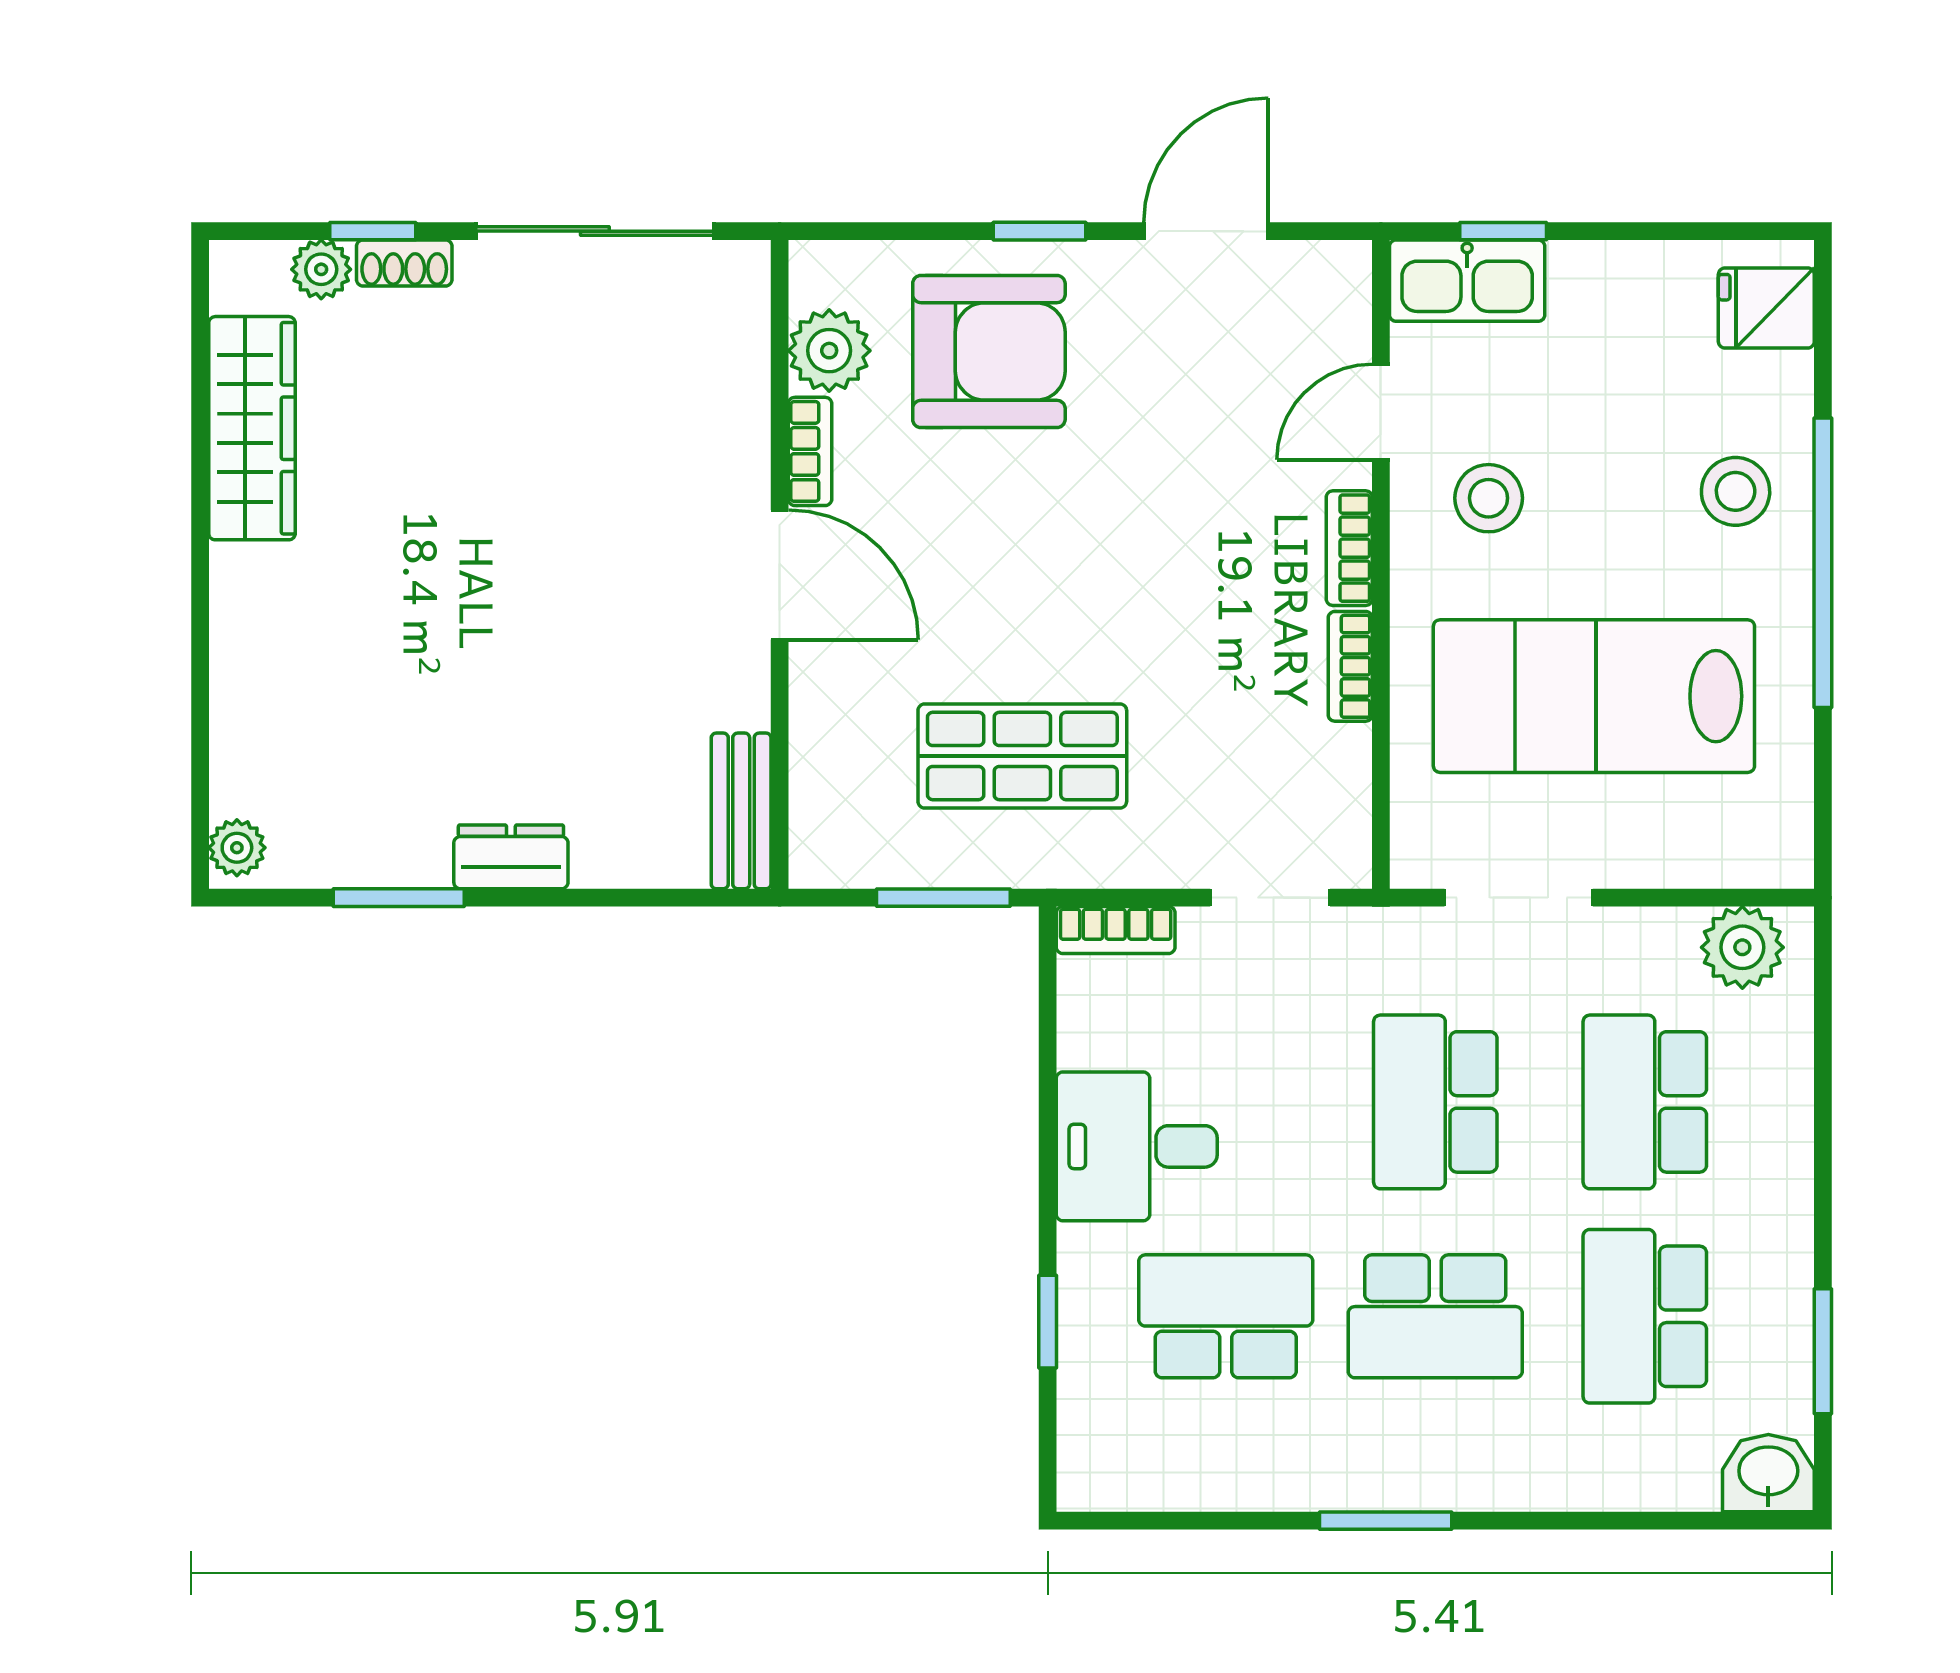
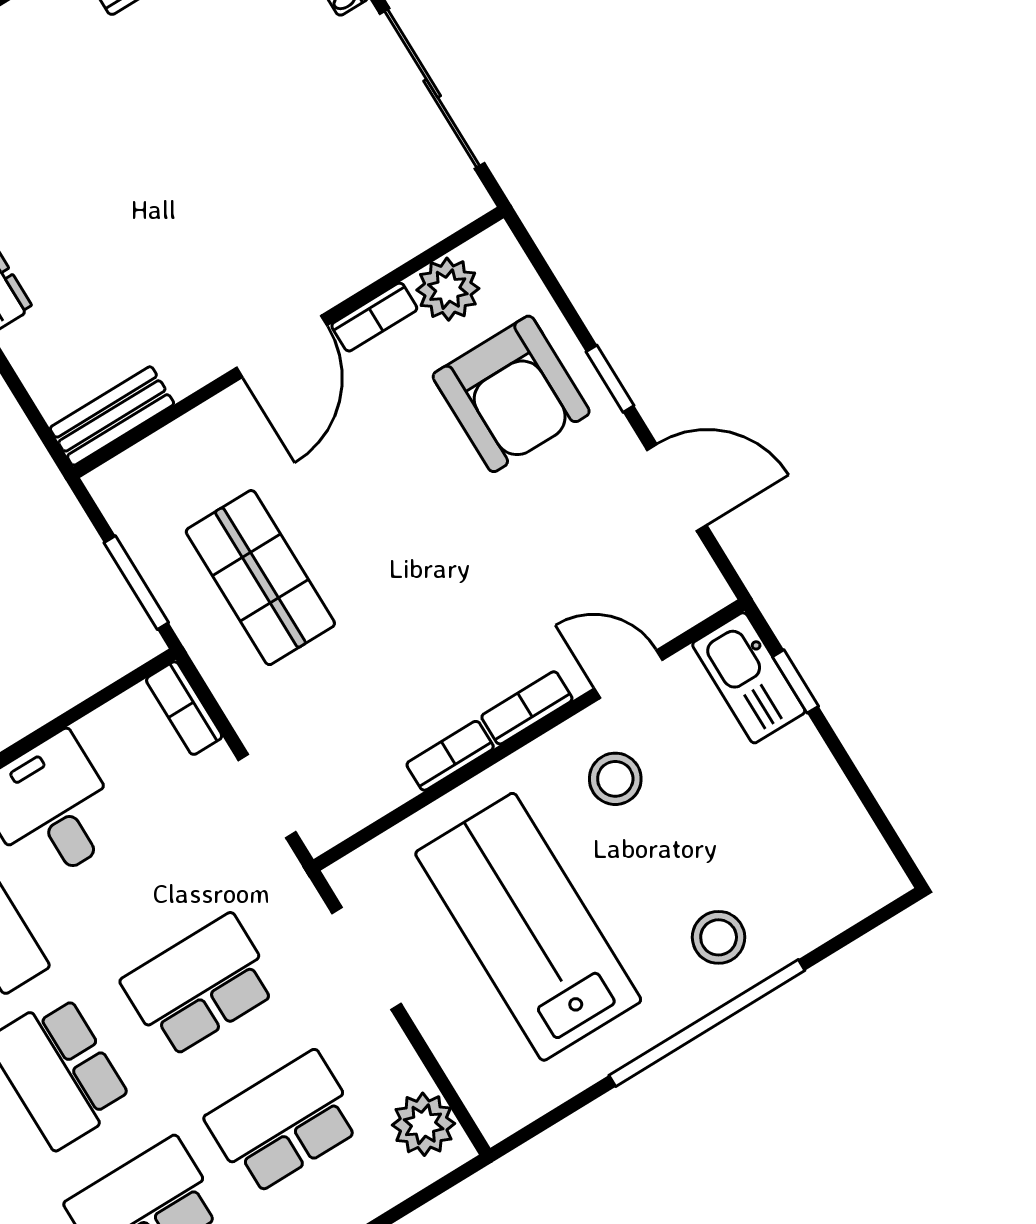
fridge: (1766, 308) -> (851, 884), removed

